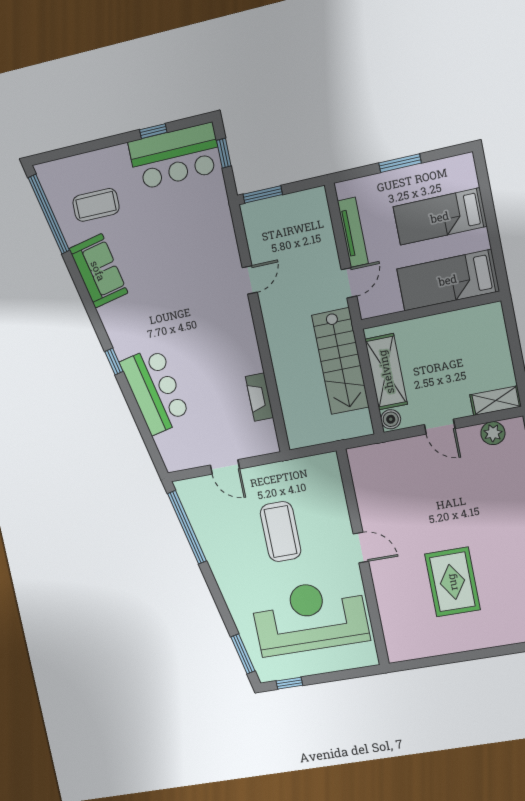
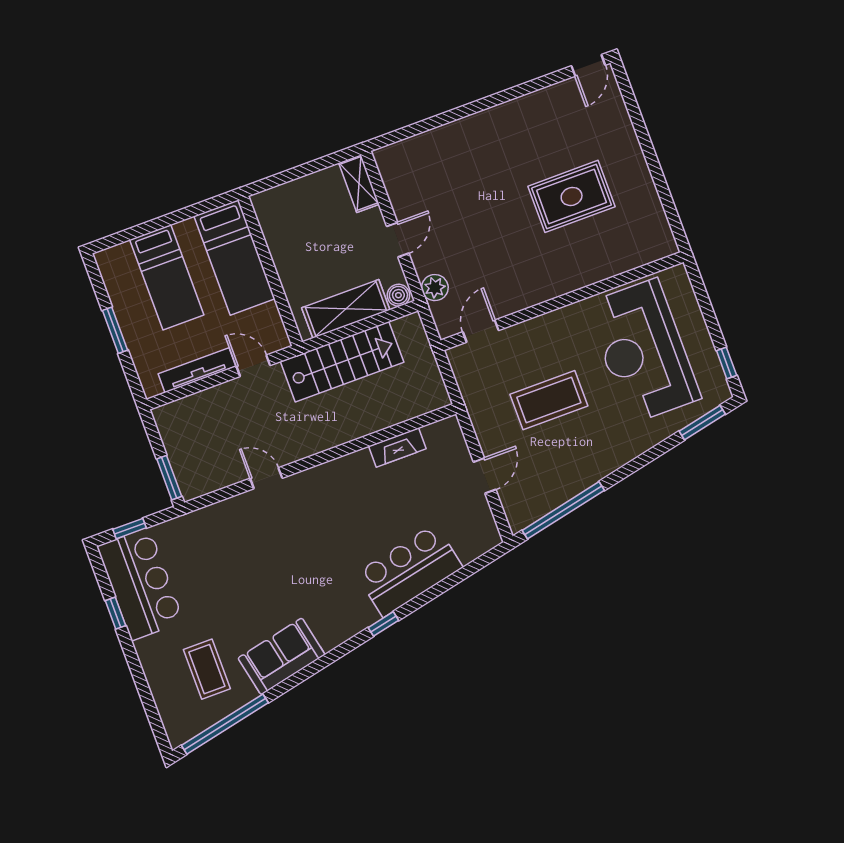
plant: (493, 433) -> (435, 288), moved
door: (361, 548) -> (481, 331), moved

